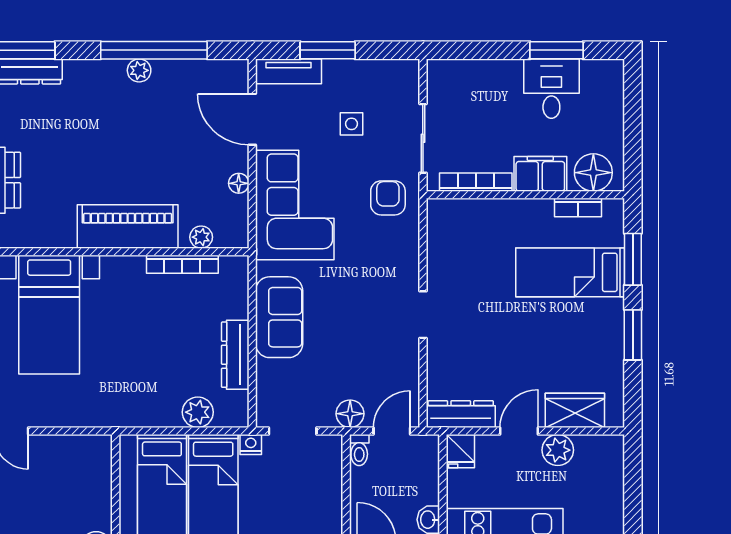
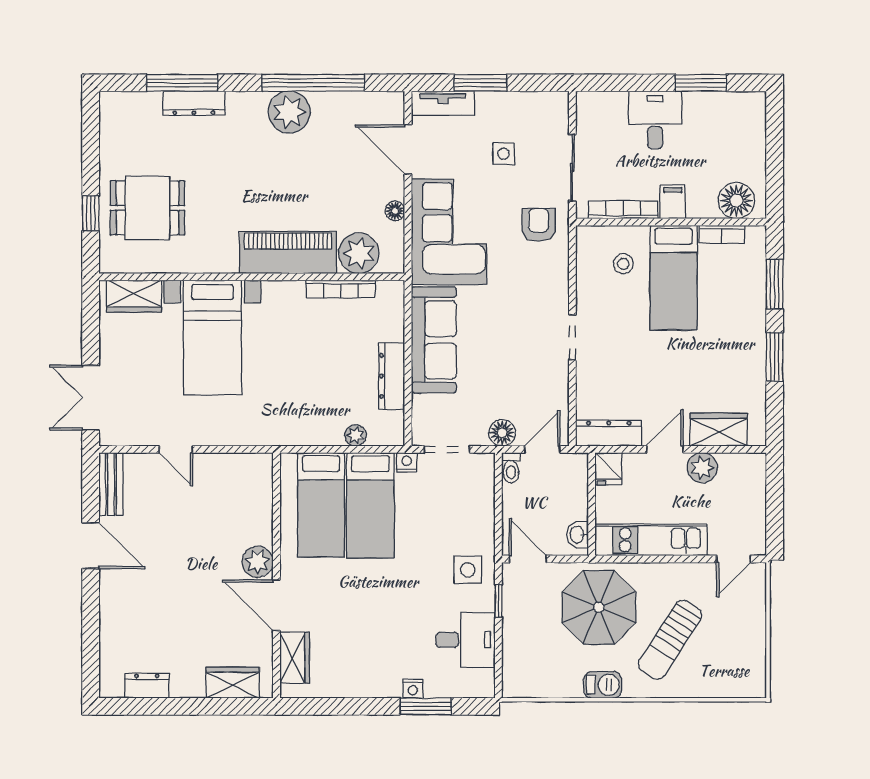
plant: (139, 70) -> (289, 112), width x1.87, depth x1.87
desk: (551, 89) -> (655, 120), moved
filing cabinet: (540, 174) -> (673, 202), width x0.50
plant: (201, 237) -> (359, 253), width x1.88, depth x1.88
stool: (476, 238) -> (623, 264), added
bed: (570, 272) -> (674, 278), moved, turned -90
sofa: (279, 317) -> (434, 340), width x1.36
plant: (198, 412) -> (356, 435), width x0.73, depth x0.73

